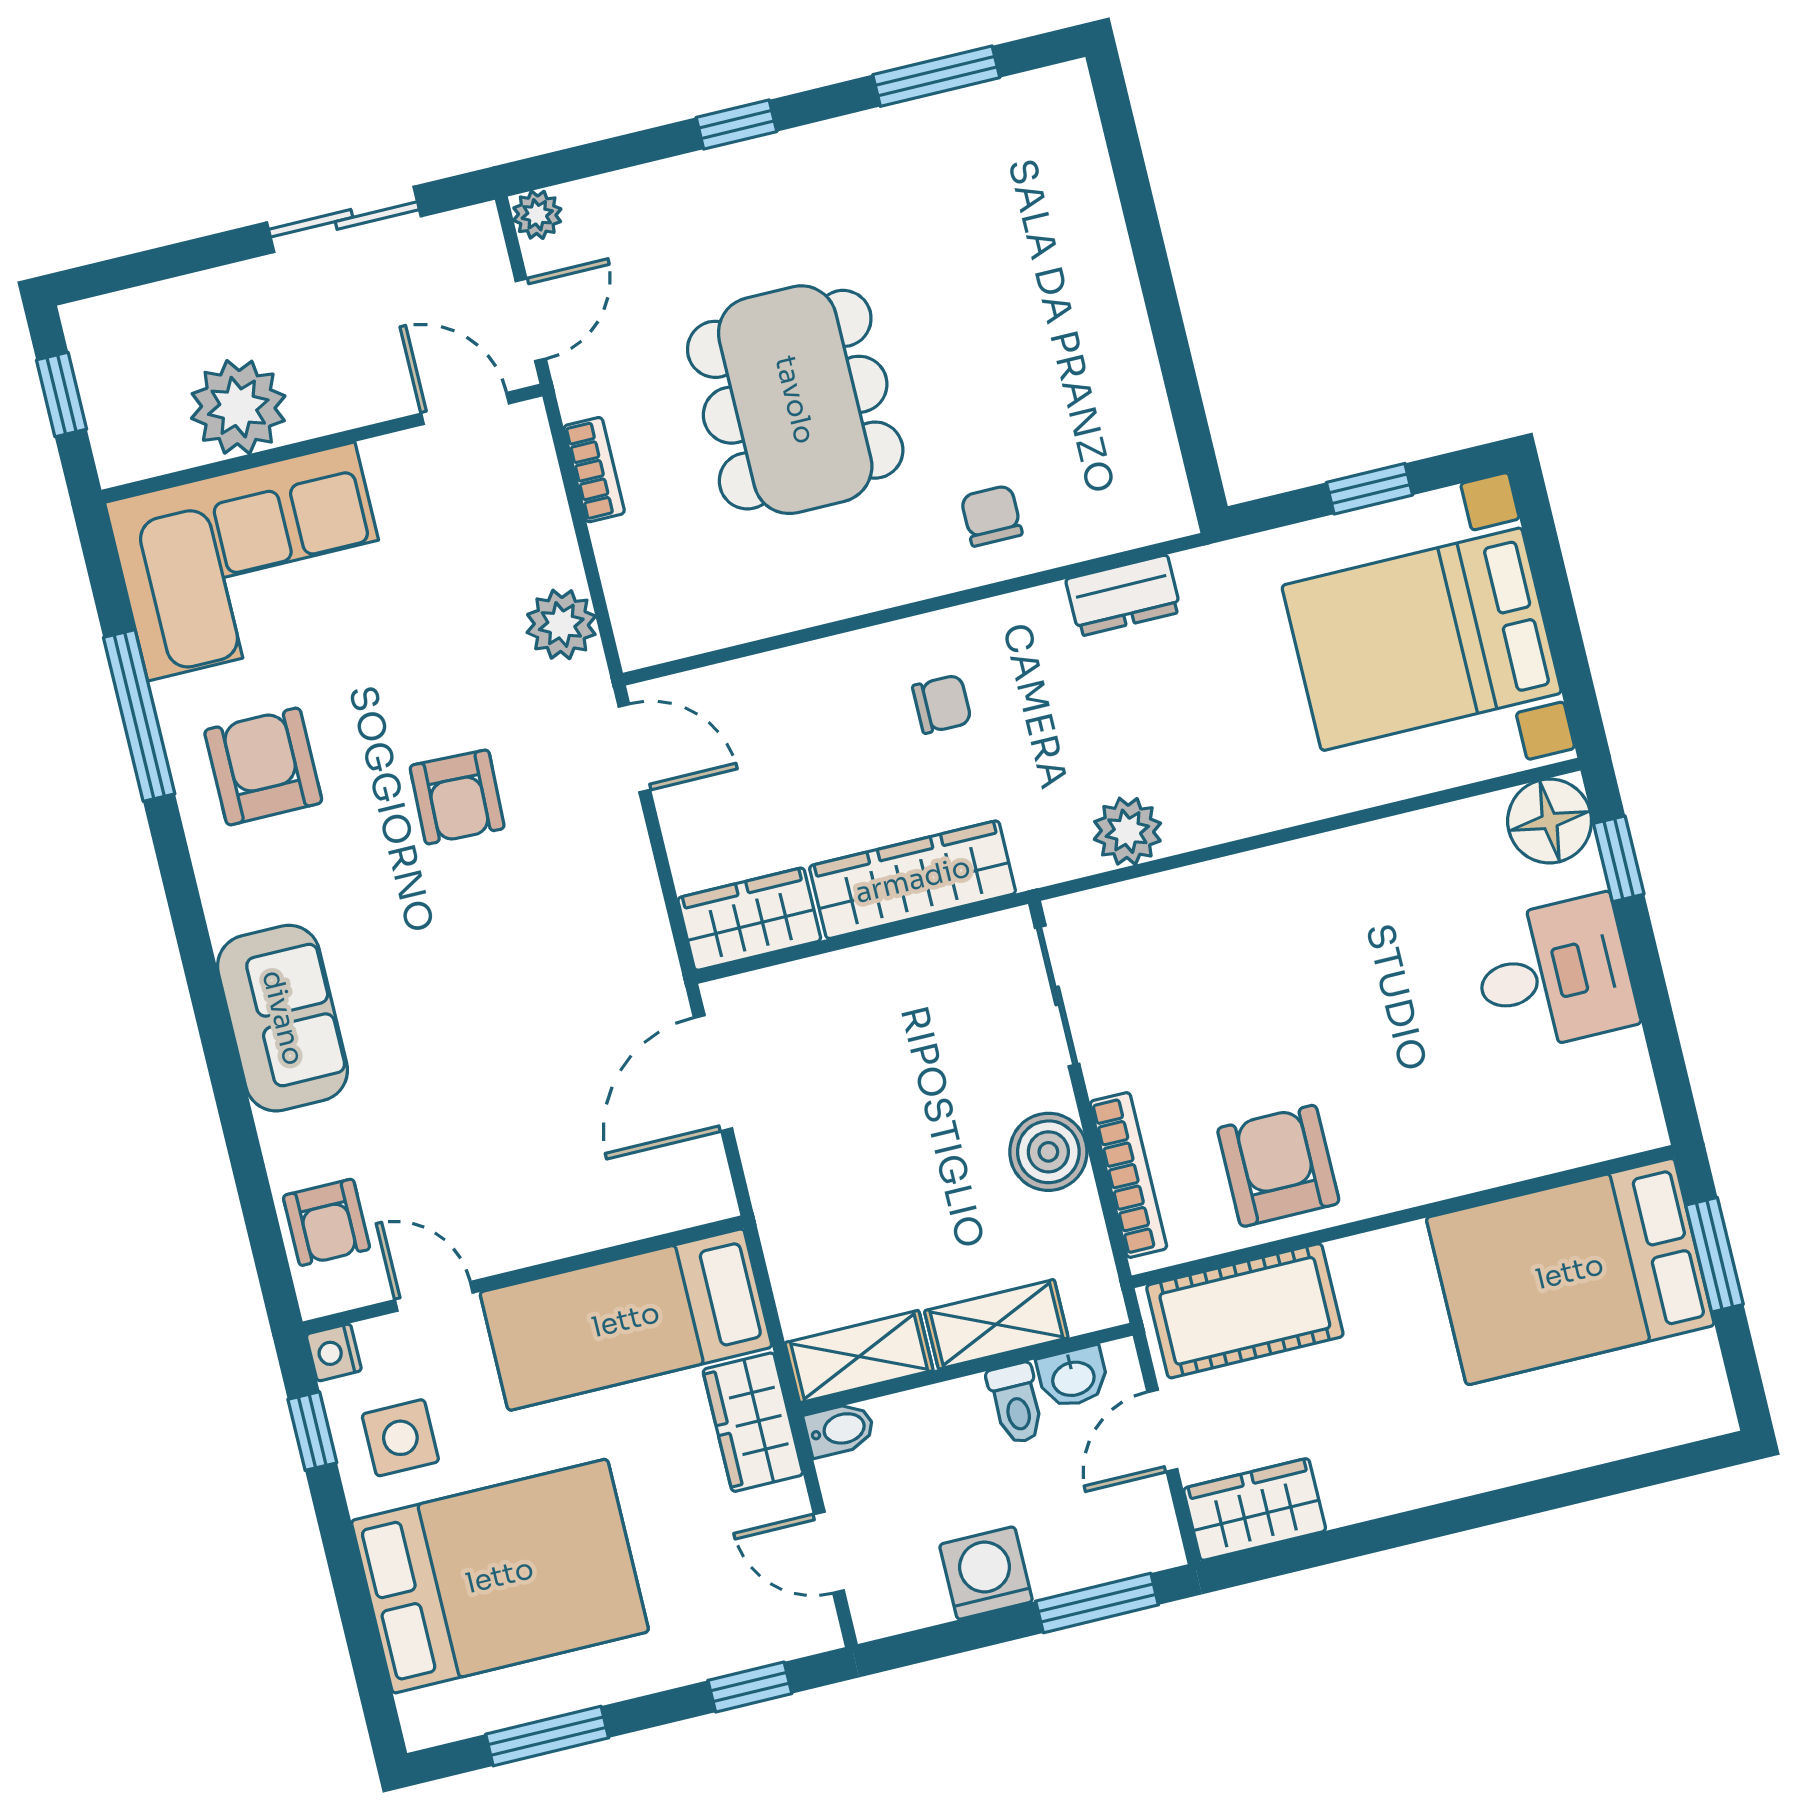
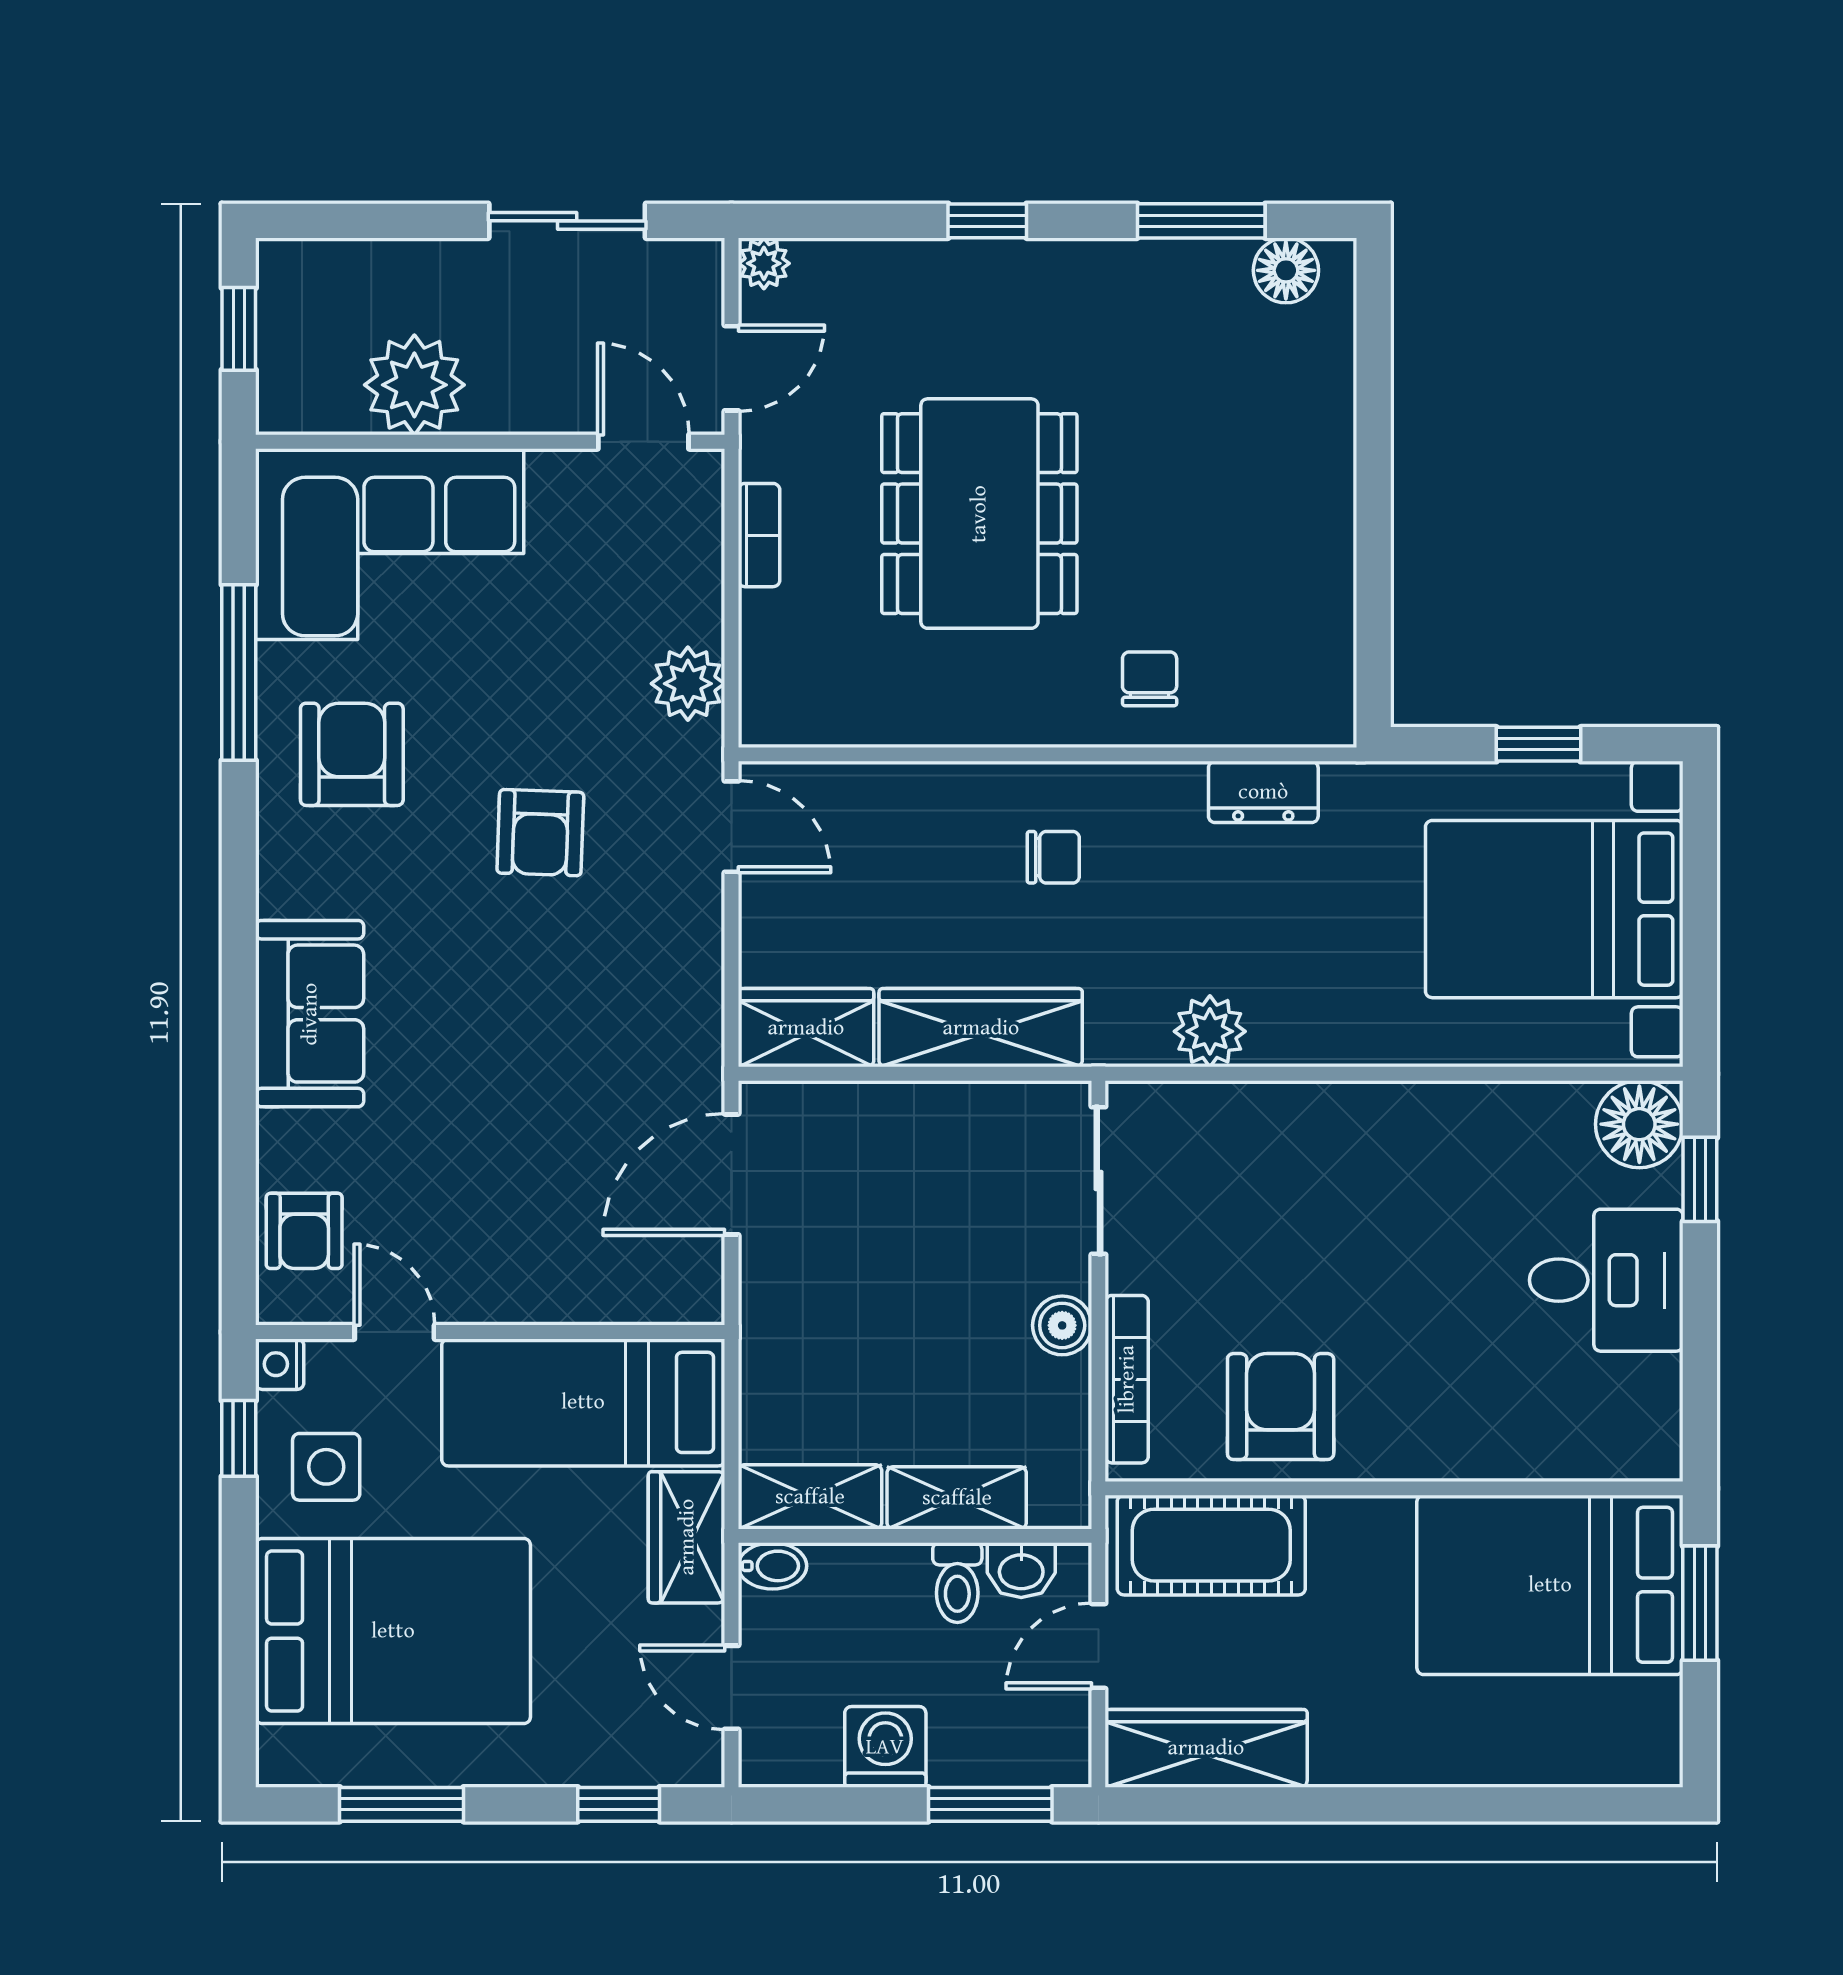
floor lamp: (1027, 103) -> (1286, 270), added
boiler: (1048, 1152) -> (1062, 1325), width x0.73, depth x0.73
wardrobe: (1255, 1509) -> (1206, 1748), width x1.50

